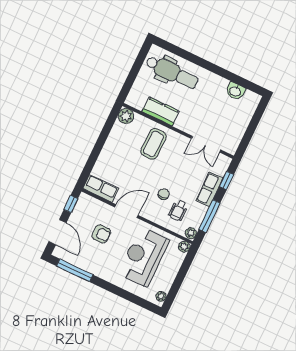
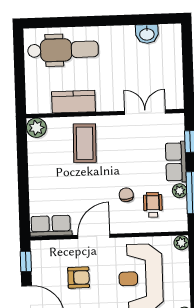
double door: (206, 144) -> (145, 112), swing flipped
wheelchair: (178, 210) -> (153, 205), turned 180
plant: (191, 233) -> (180, 191), moved

